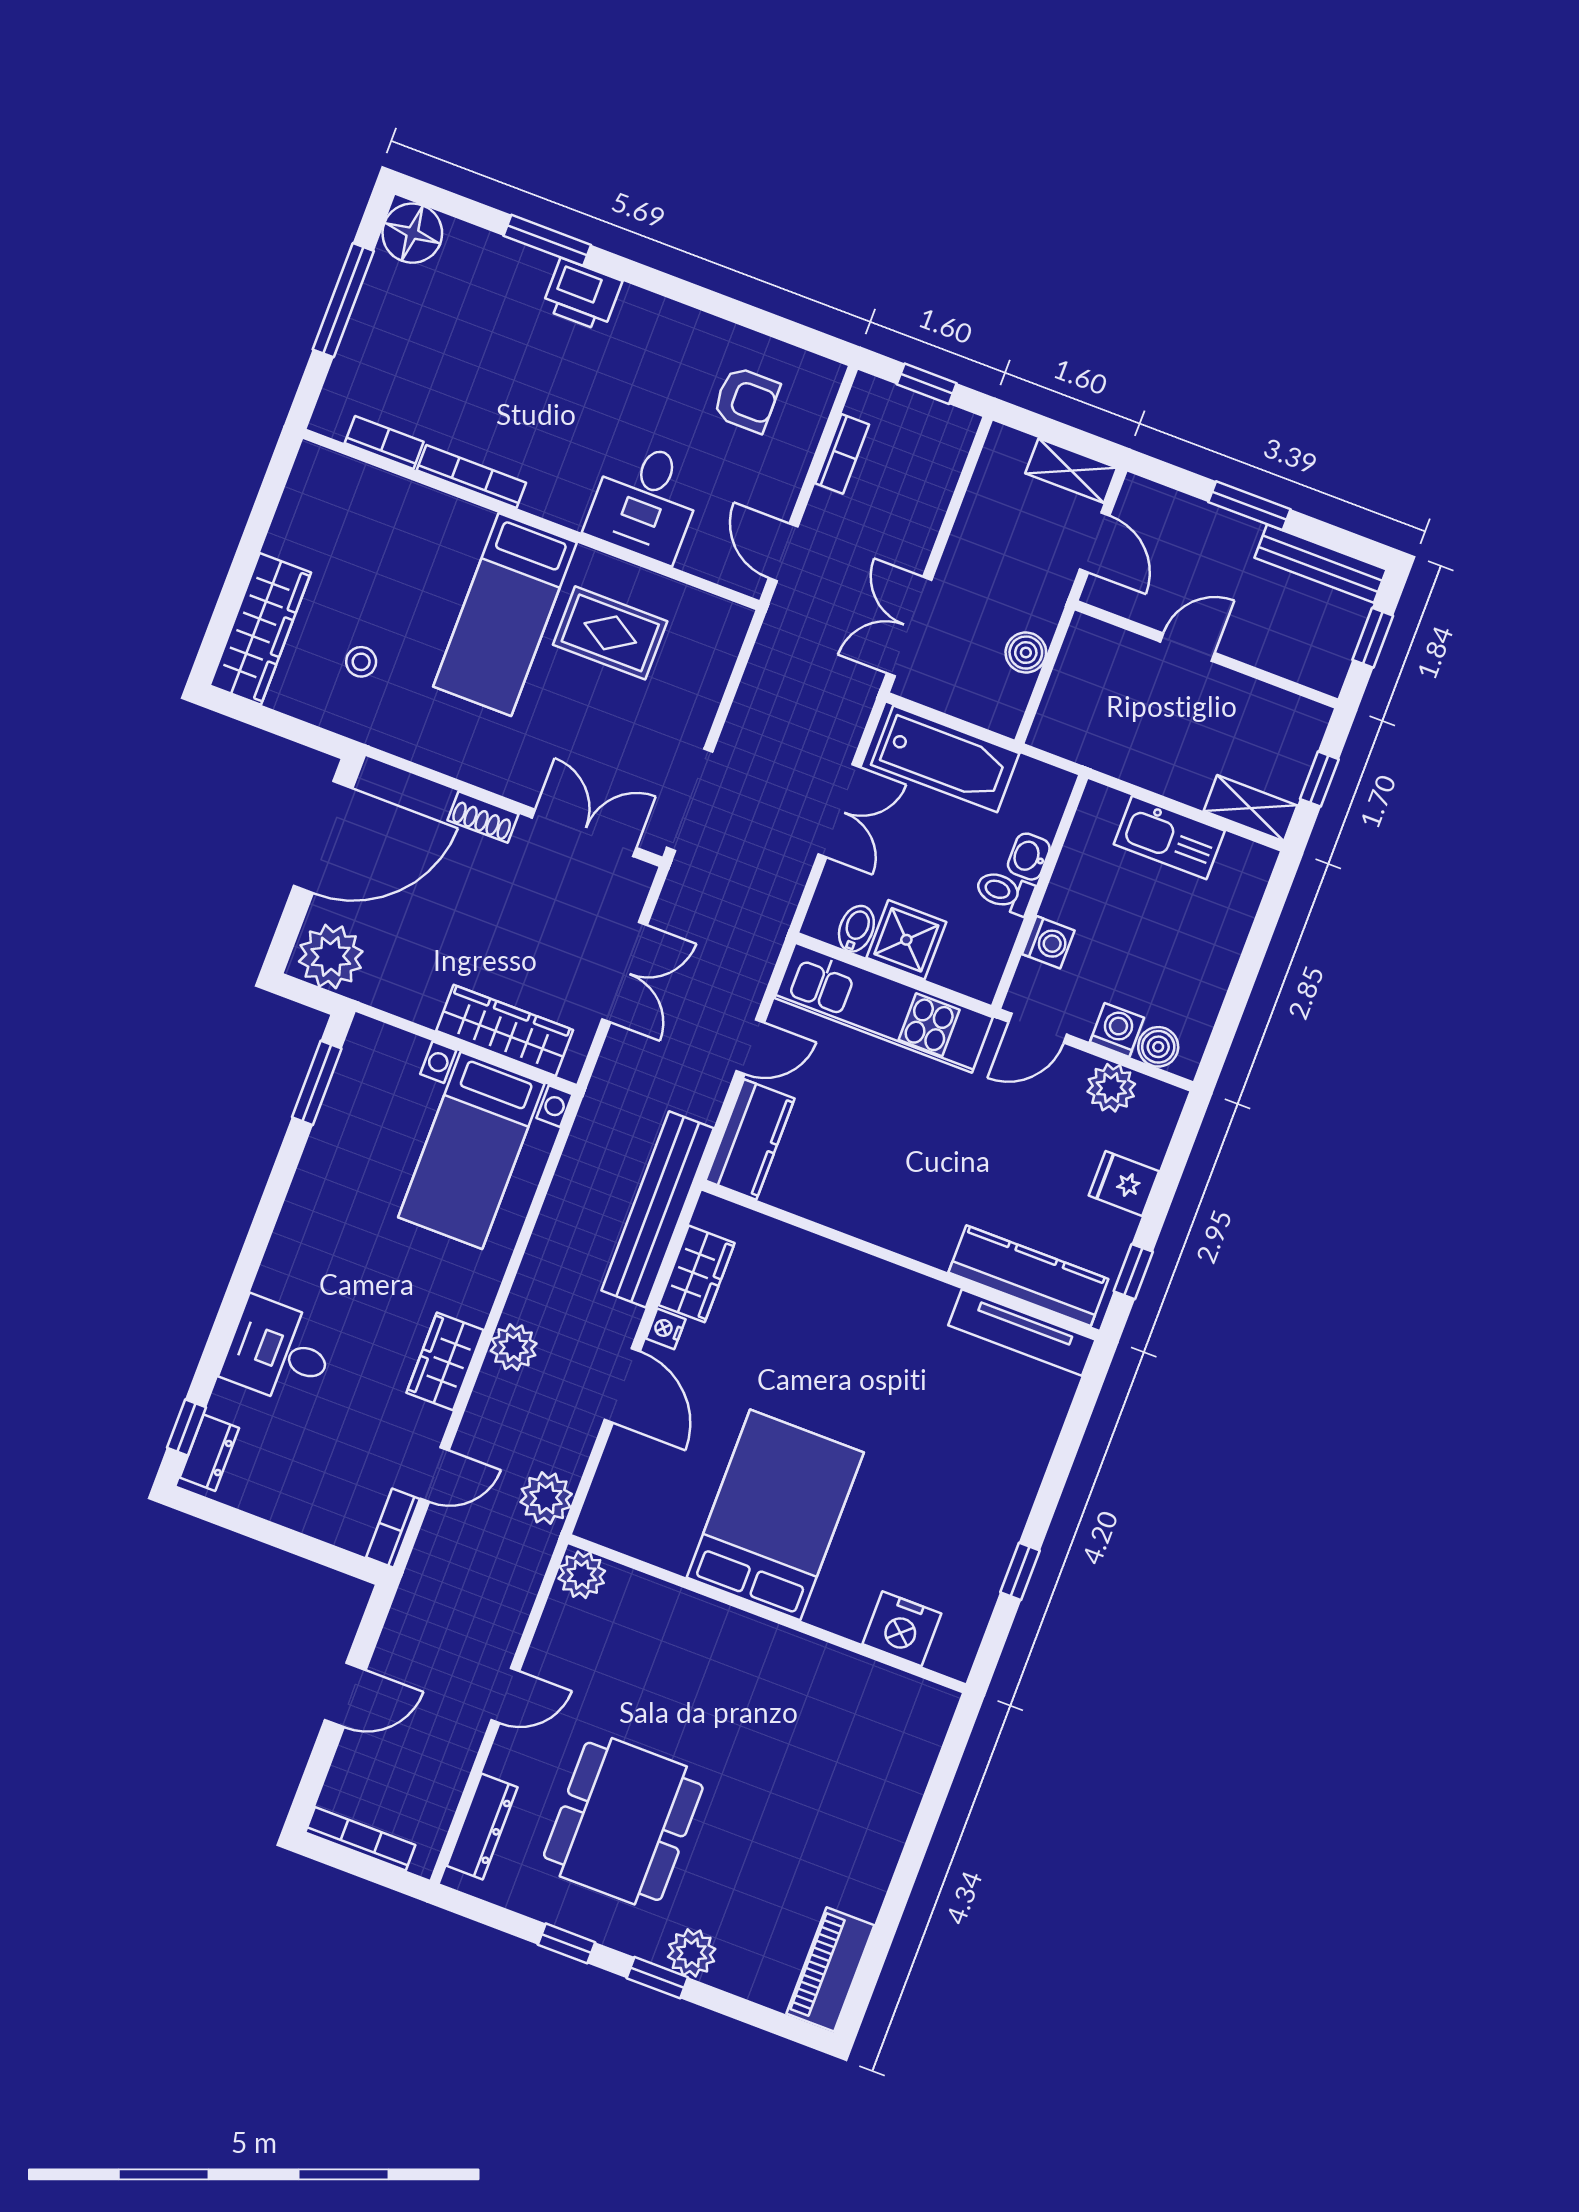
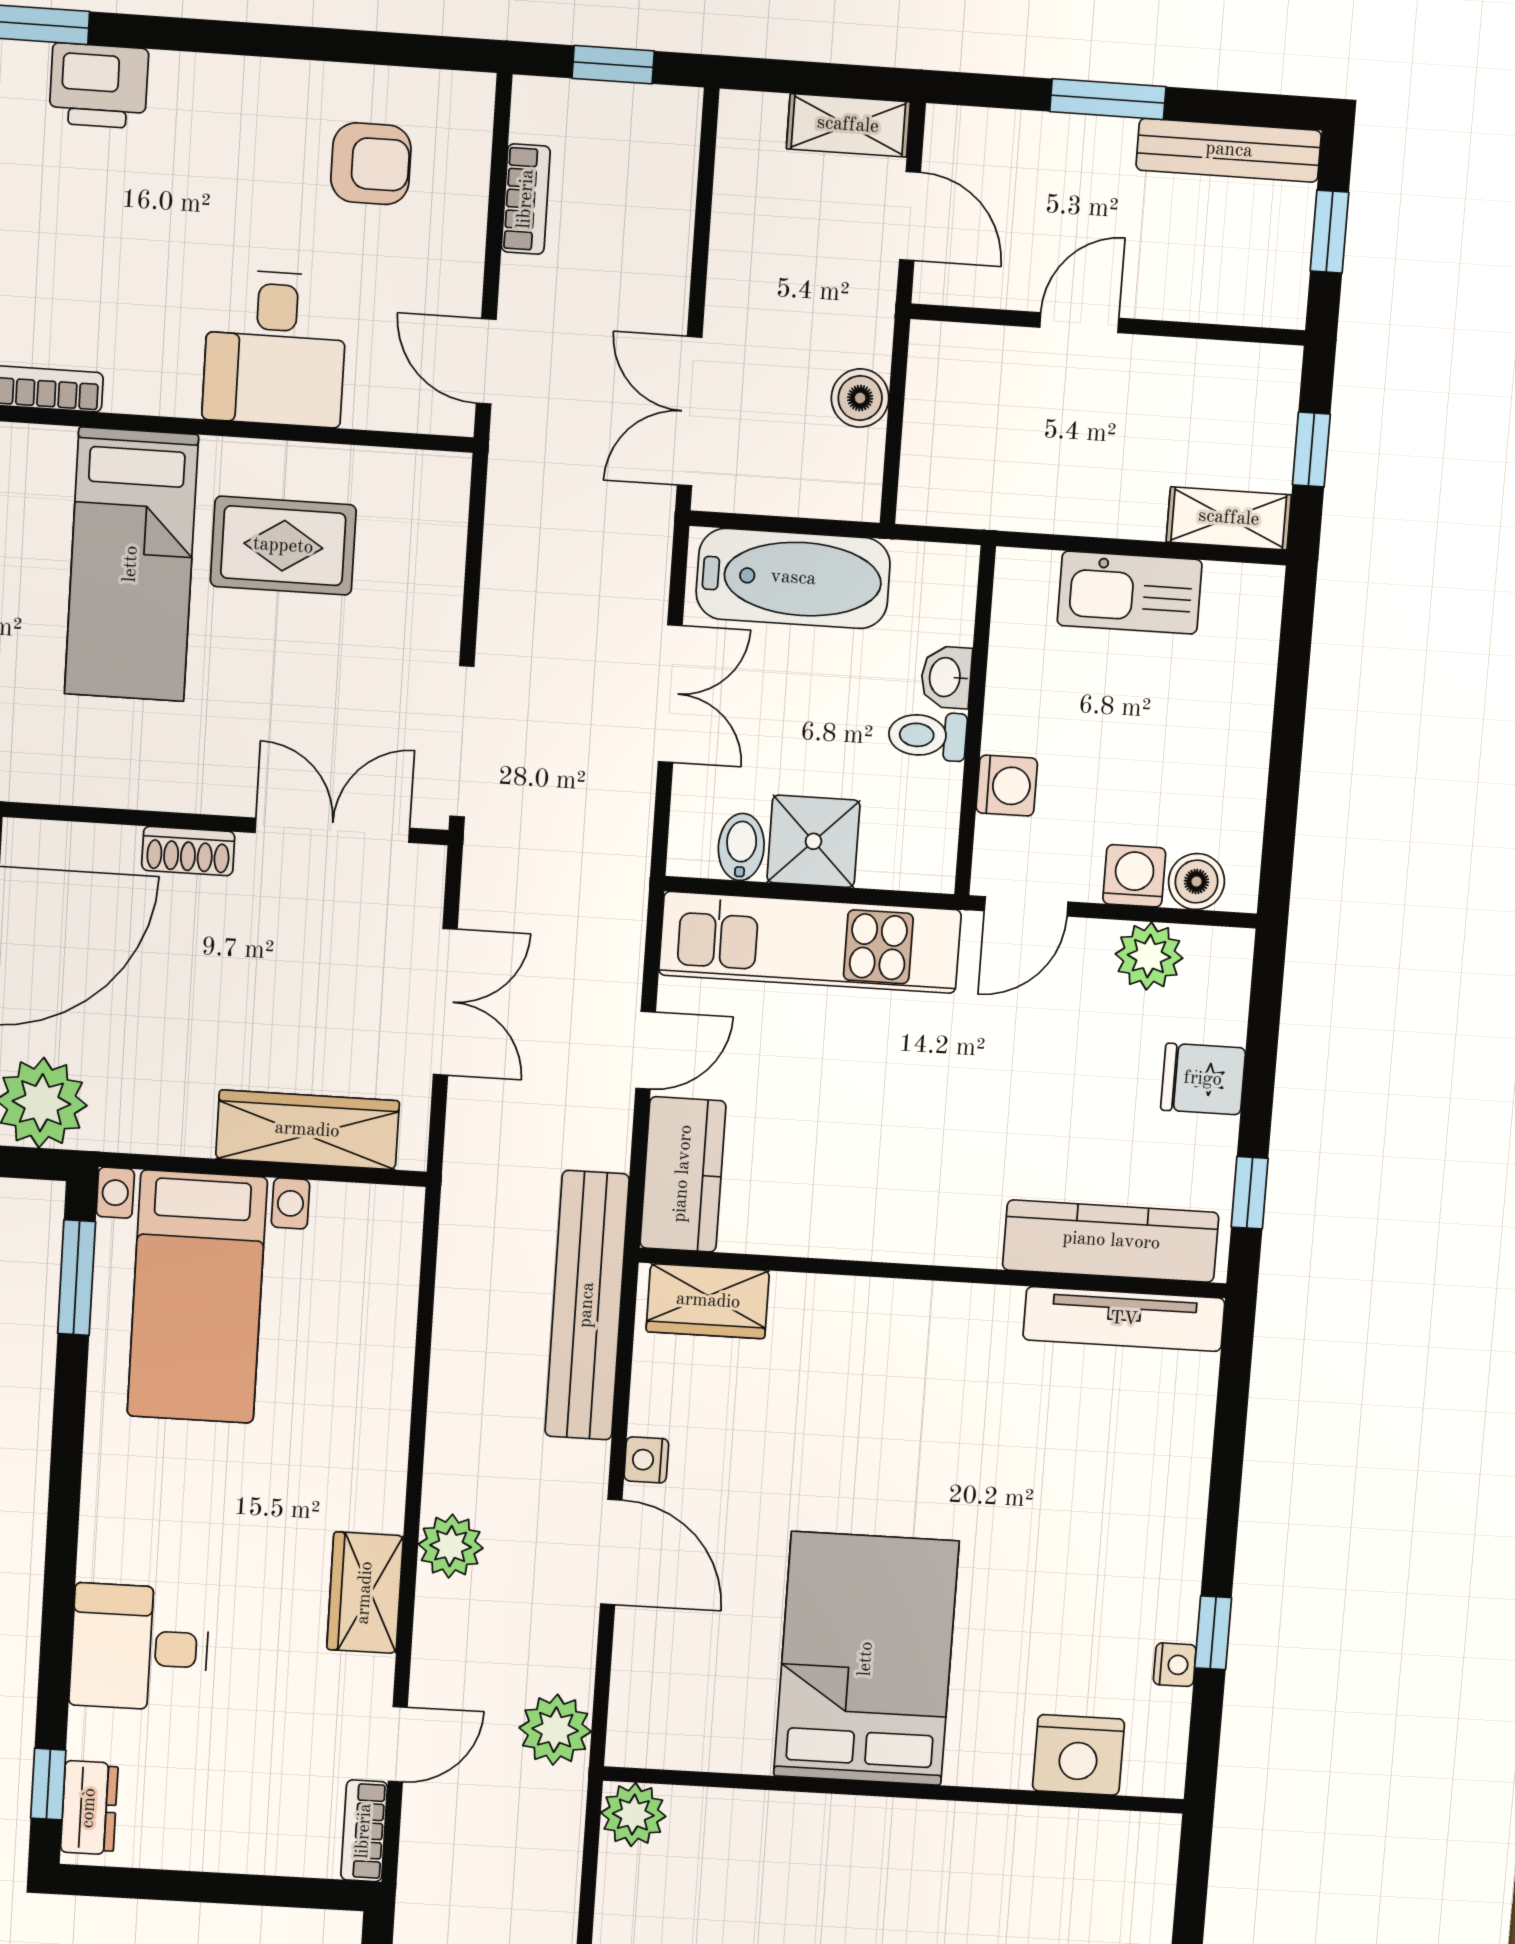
bed with nightstands: (471, 1150) -> (197, 1297), moved
wardrobe: (697, 1274) -> (708, 1301), moved, turned 90
nightstand: (987, 1586) -> (1175, 1665), added

